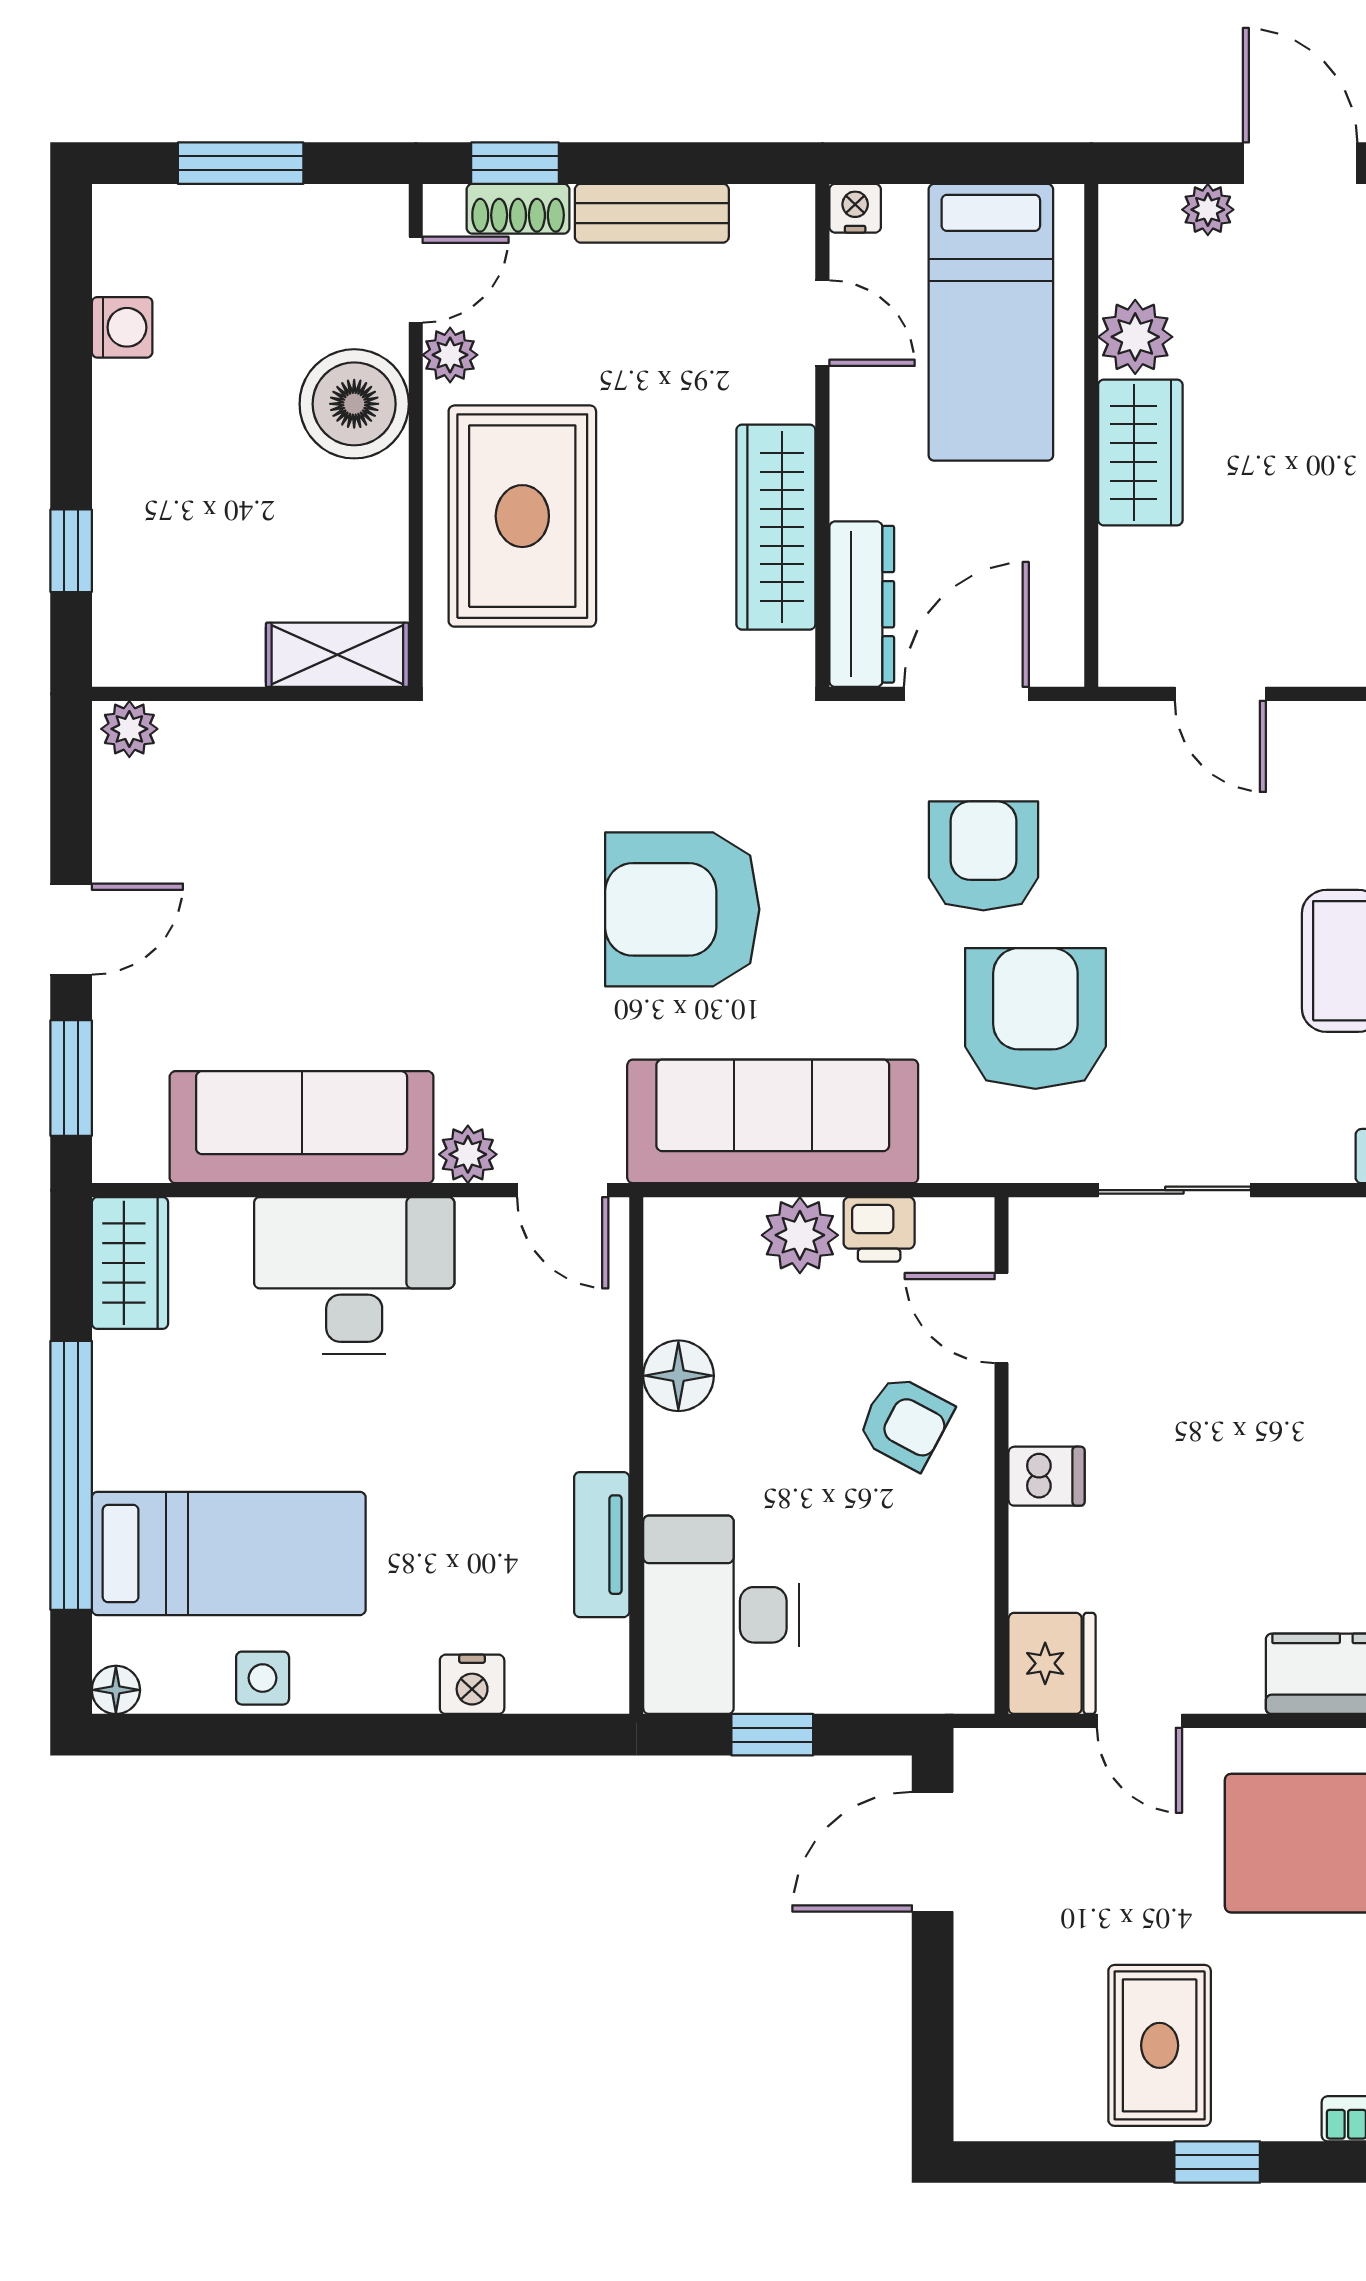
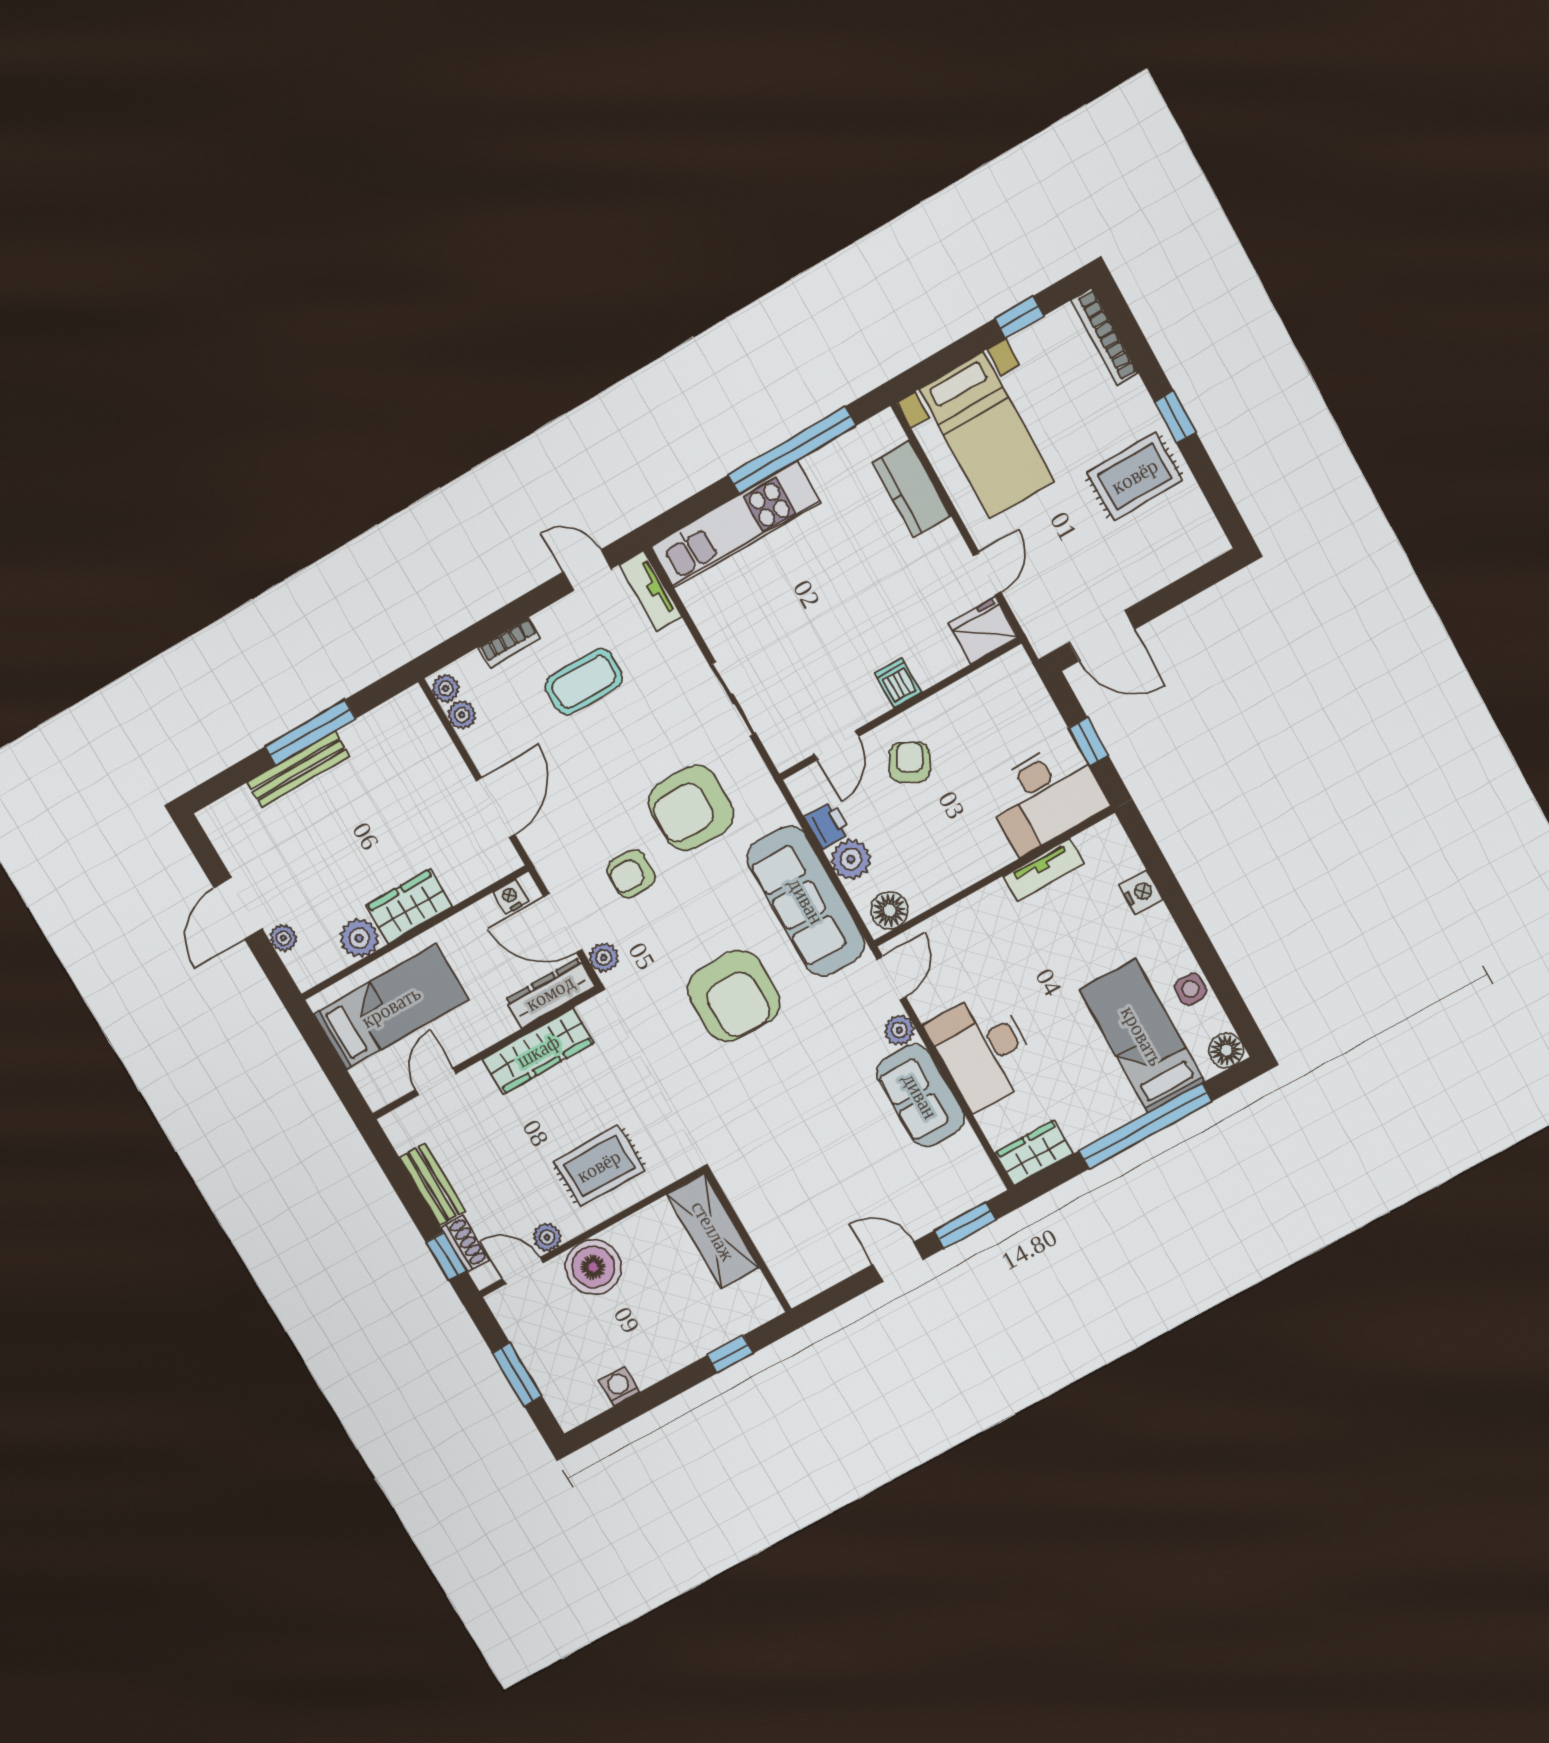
nightstand: (855, 208) -> (511, 897), moved, turned 90
rug: (522, 516) -> (599, 1166), width x0.73, depth x0.70
shelving: (337, 655) -> (713, 1231), width x1.50, depth x1.33
door: (1220, 694) -> (496, 808), width x1.38
plant: (129, 729) -> (604, 958), moved
armchair: (983, 856) -> (631, 874), width x0.72, depth x0.72
sofa: (302, 1127) -> (920, 1096), width x0.73
floor lamp: (678, 1376) -> (890, 910), moved
floor lamp: (116, 1690) -> (1226, 1050), width x1.37, depth x1.37

